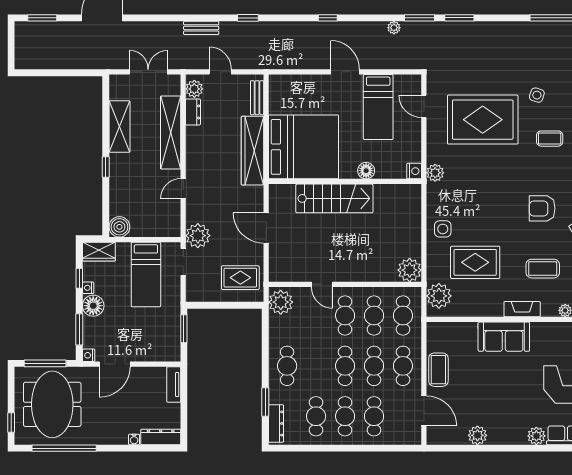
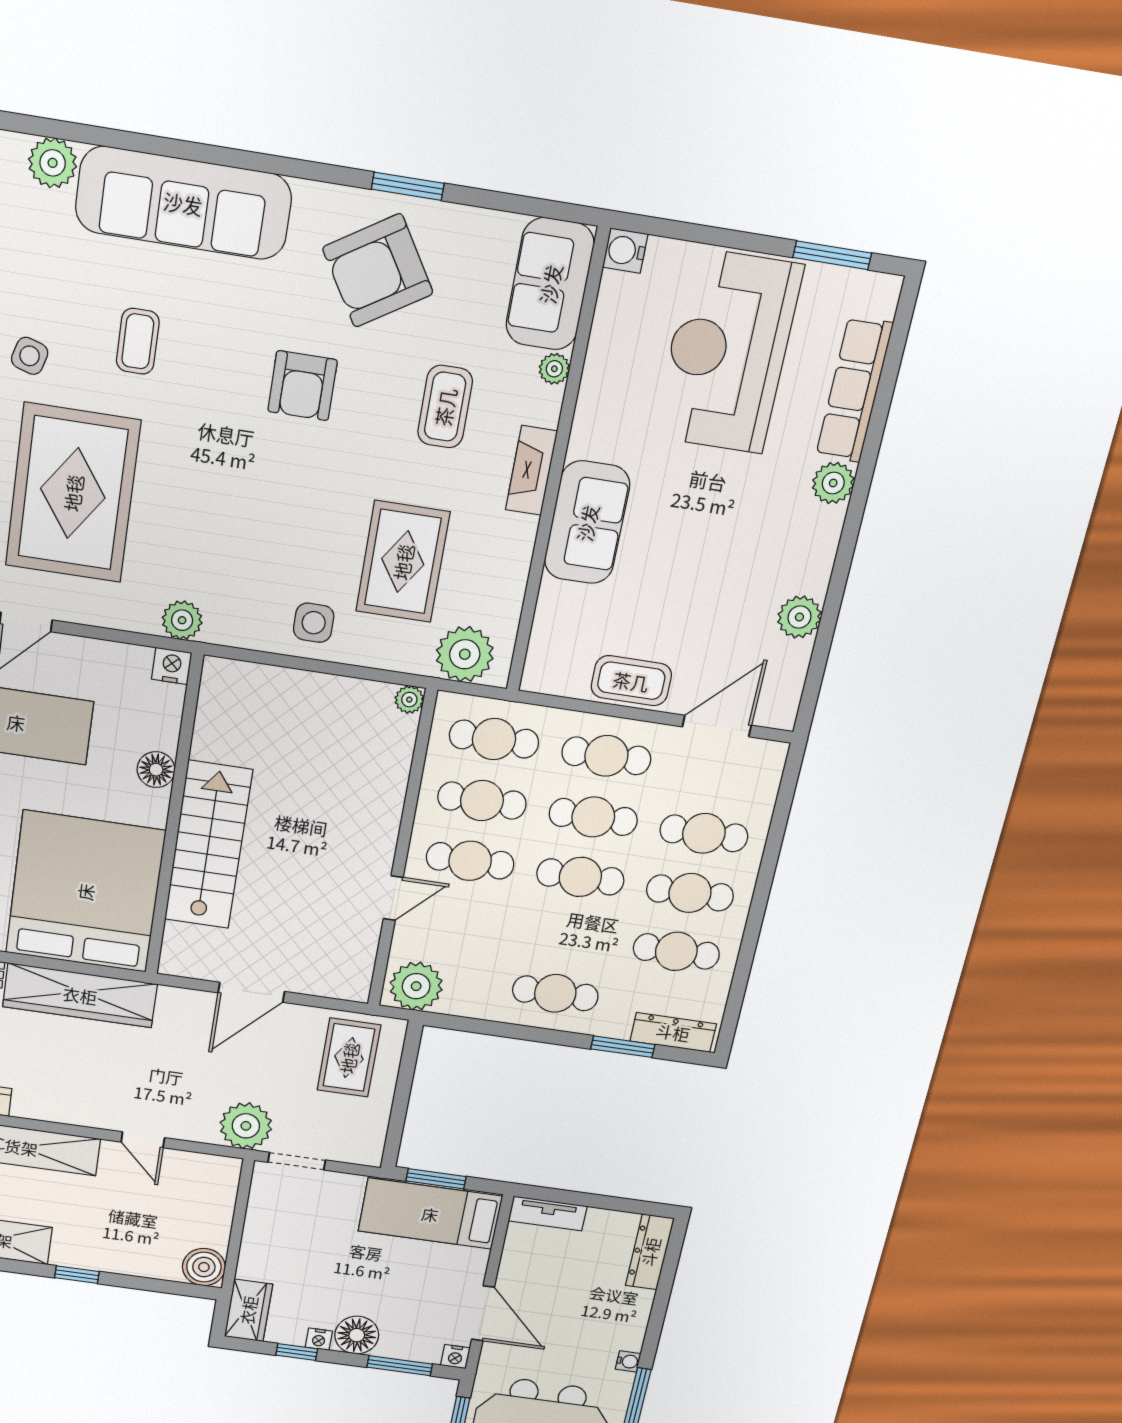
plant: (410, 270) -> (409, 700), width x0.53, depth x0.53
bed: (146, 275) -> (430, 1214), moved, turned 180
water cooler: (134, 439) -> (628, 1361), moved

